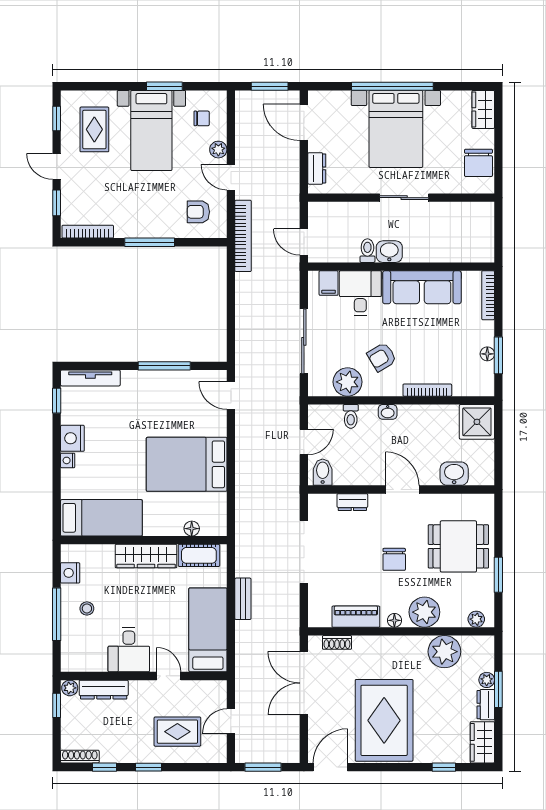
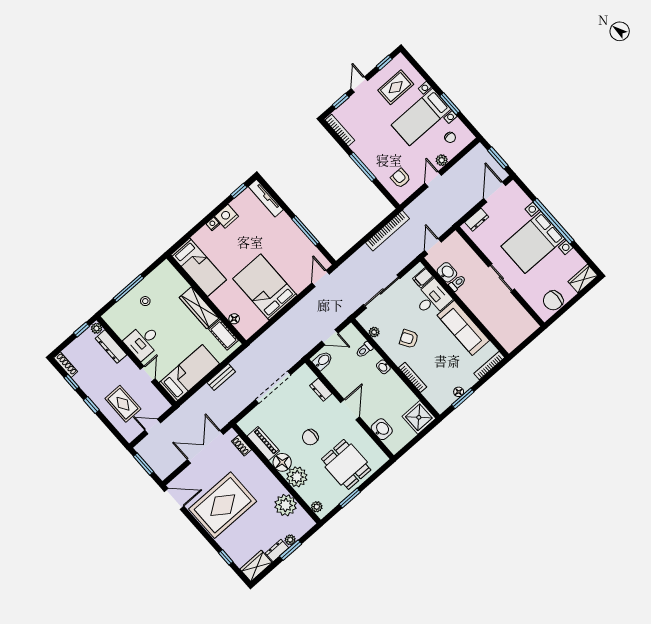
bookcase: (243, 236) -> (388, 231), moved
washbasin: (389, 252) -> (447, 272), moved
plant: (348, 382) -> (374, 332), width x0.53, depth x0.53
nightstand: (70, 573) -> (156, 276), removed
floor lamp: (394, 620) -> (282, 462), width x1.89, depth x1.89

